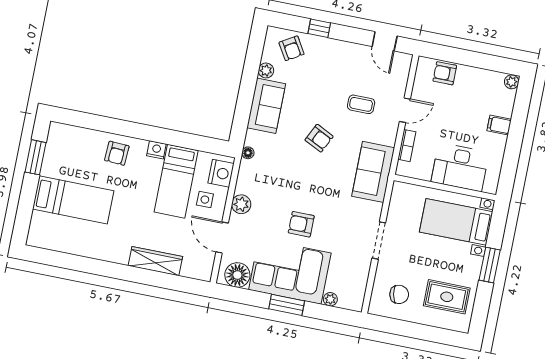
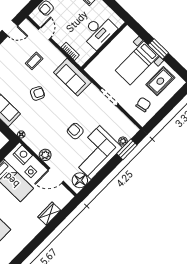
door: (405, 110) -> (44, 34), moved
bed with nightstands: (456, 222) -> (137, 63), moved
armchair: (301, 224) -> (75, 131), turned 90
wardrobe: (155, 261) -> (49, 214), width x0.67
window: (287, 305) -> (127, 149), moved

